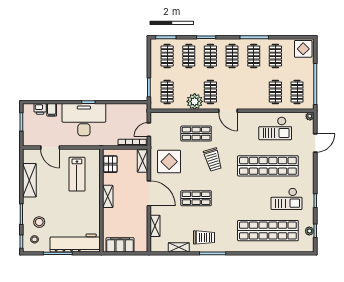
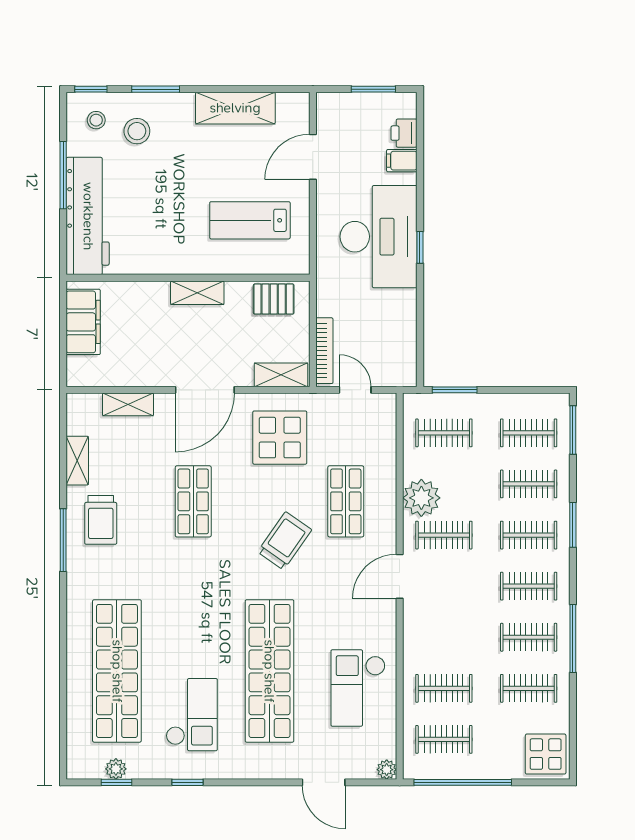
trolley: (213, 159) -> (285, 541), turned 142
checkout: (286, 199) -> (192, 715), turned 180

